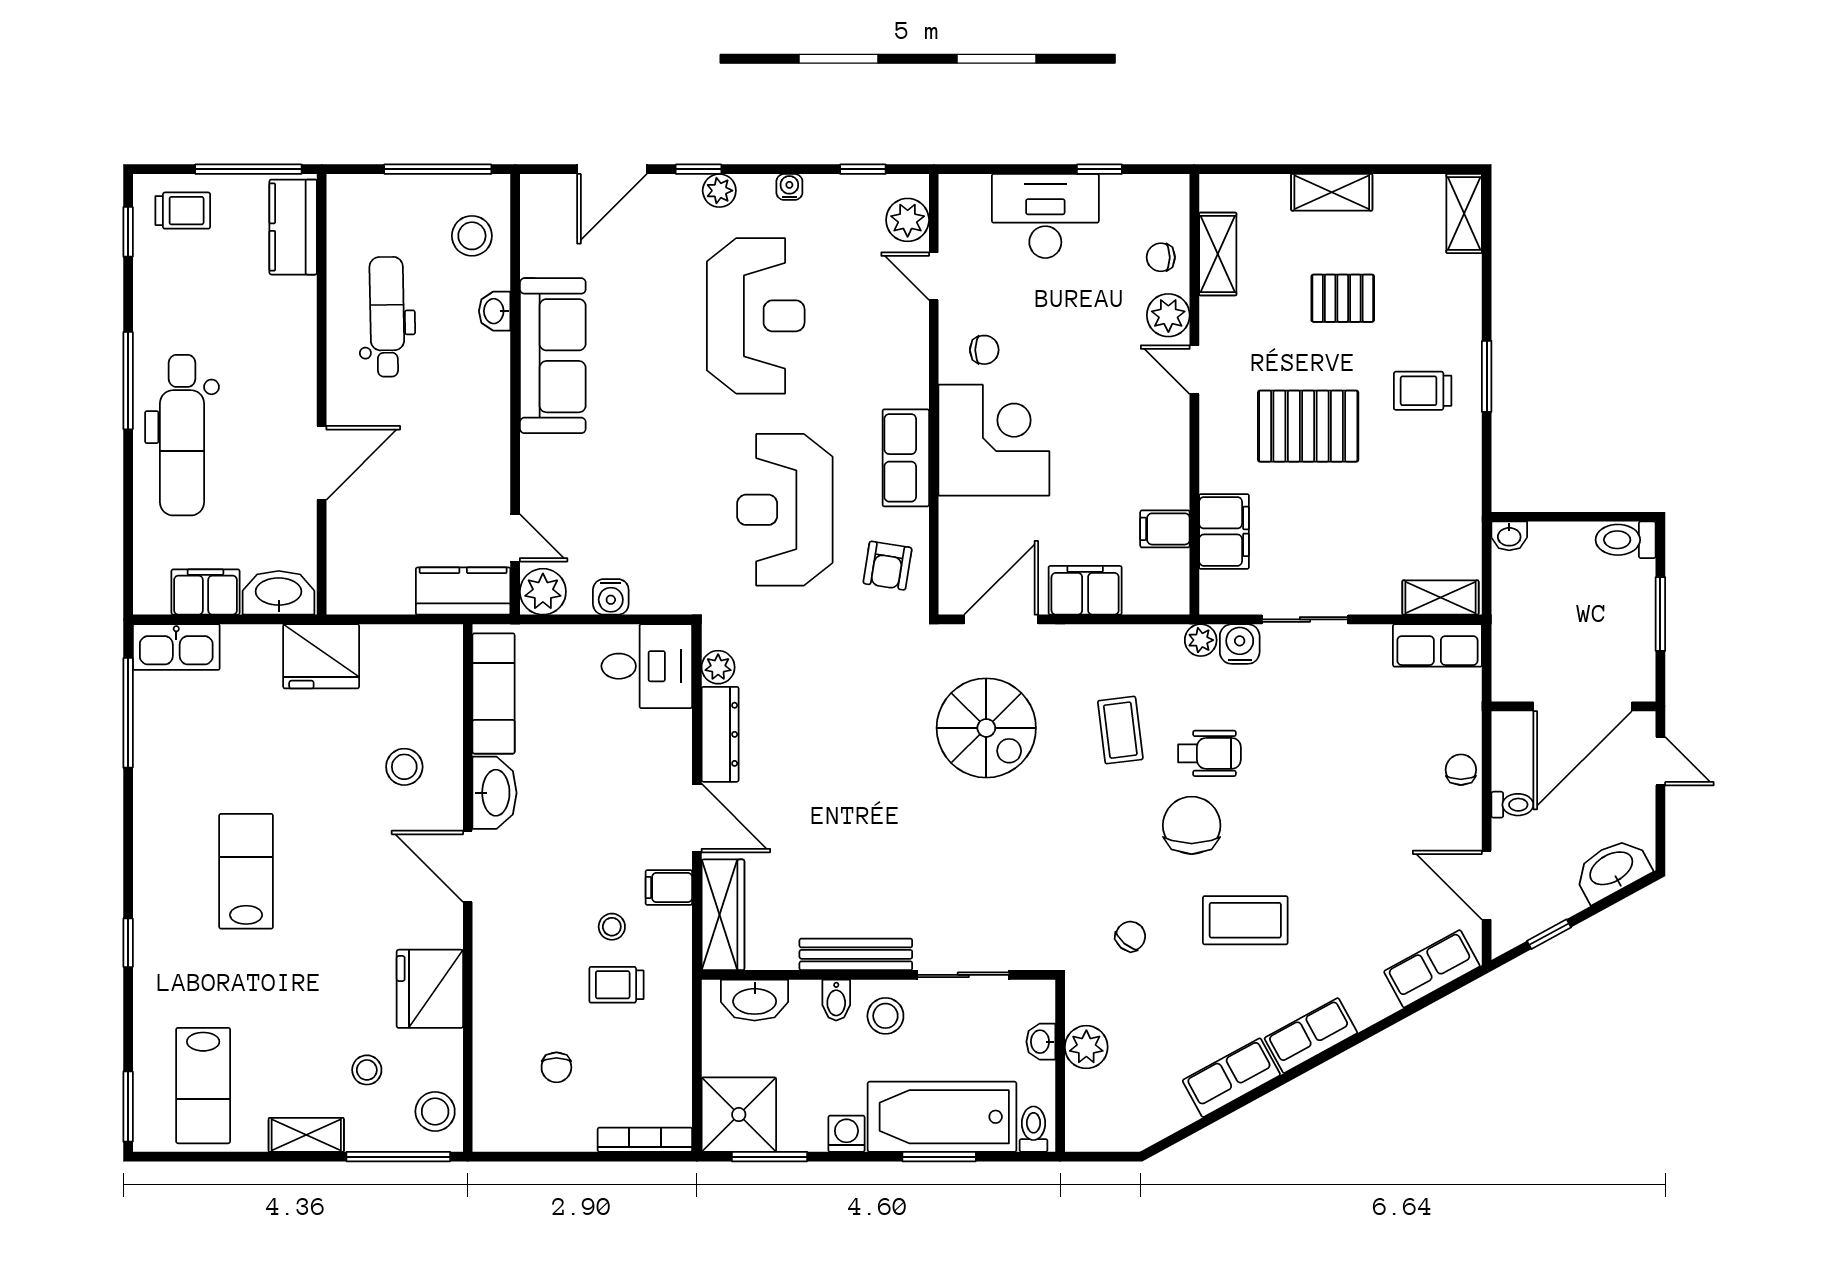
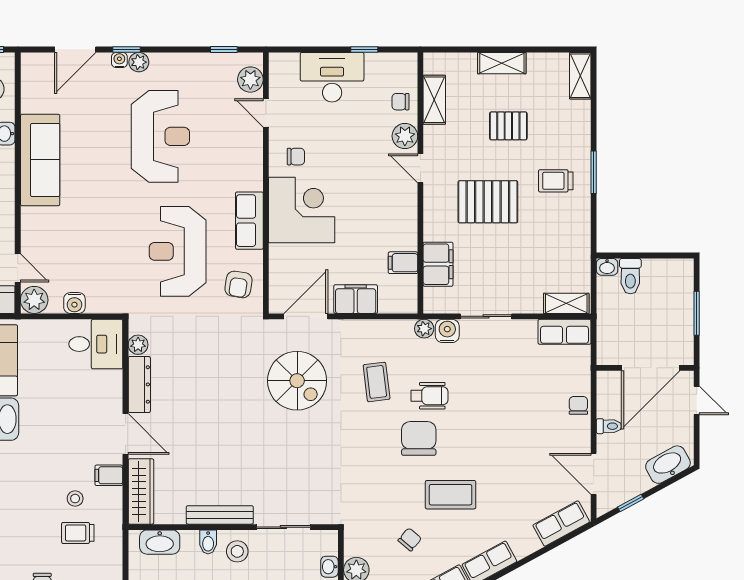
water cooler: (789, 187) -> (119, 60), moved
toilet: (1626, 540) -> (630, 276), moved, turned -90
chair: (1130, 936) -> (410, 539), moved

